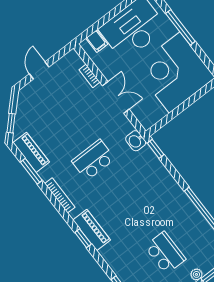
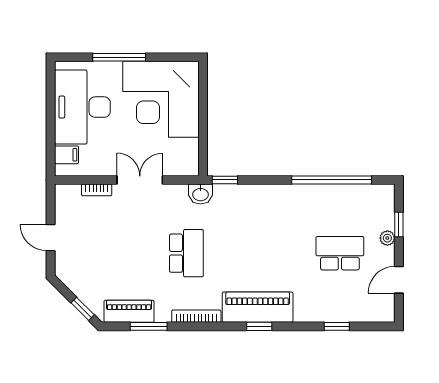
school desk: (93, 160) -> (186, 253), turned 180
piano: (92, 230) -> (258, 307), width x1.37, depth x1.33

